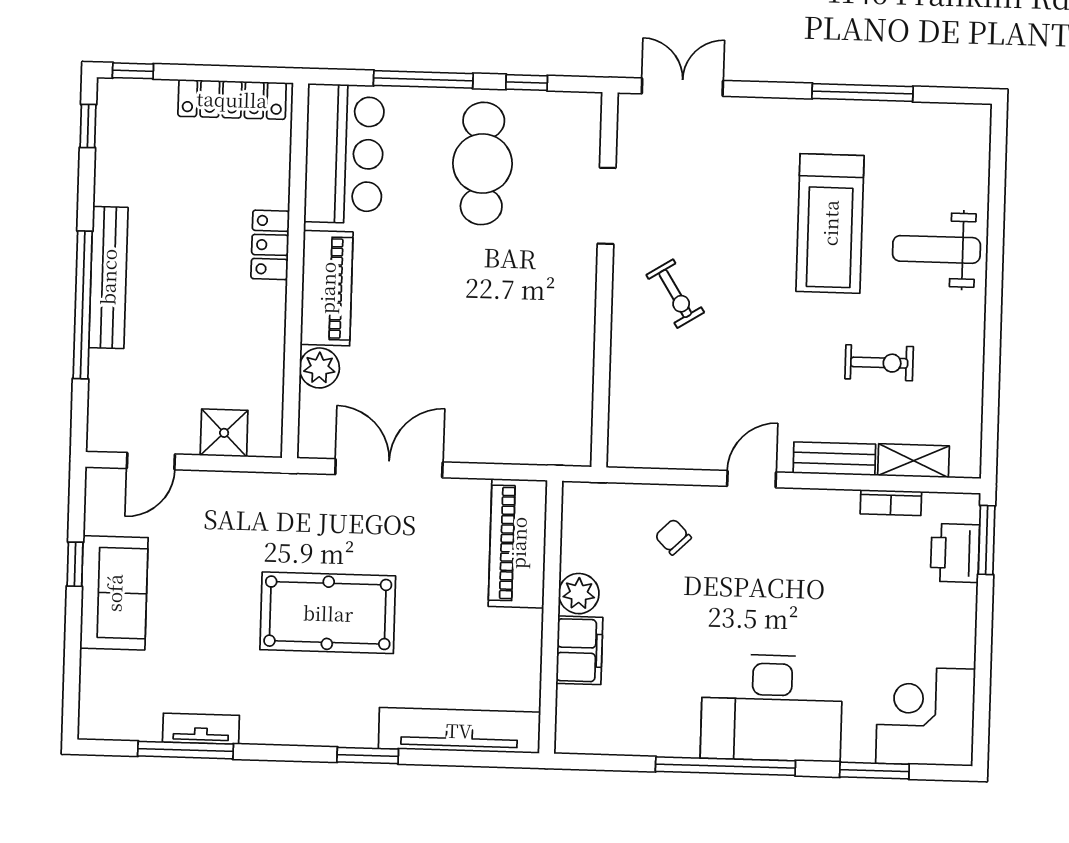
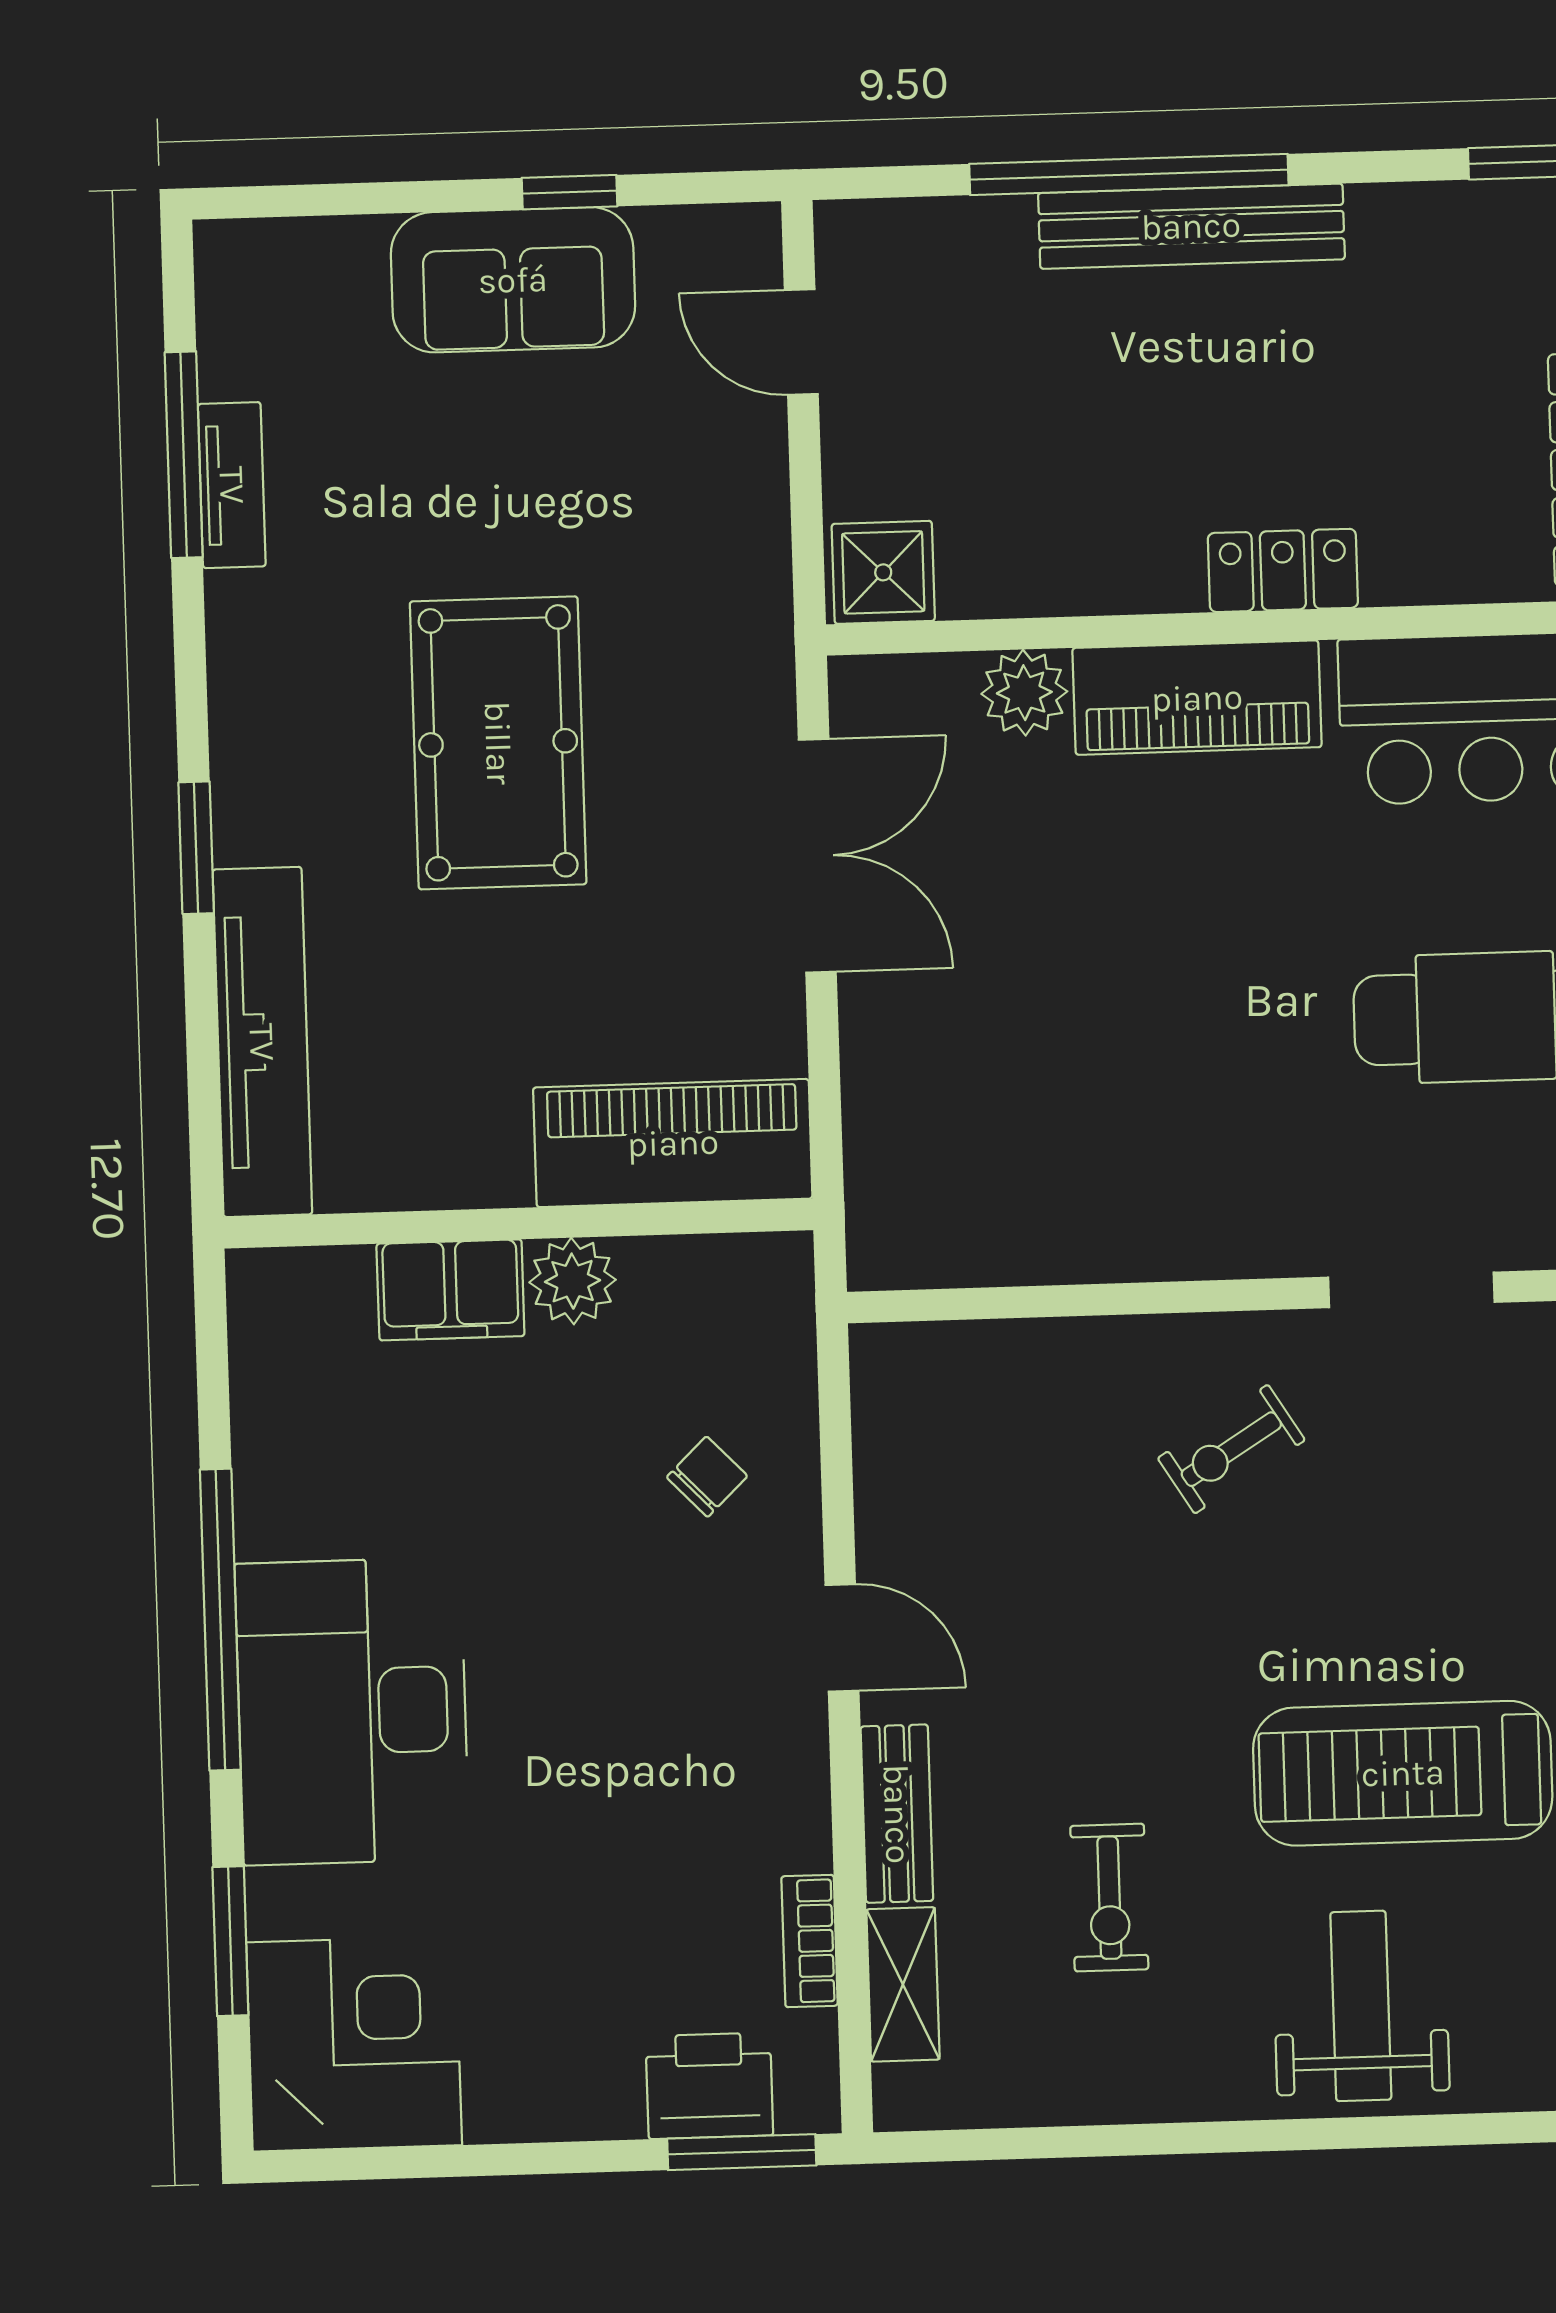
shower: (224, 433) -> (883, 572), moved

